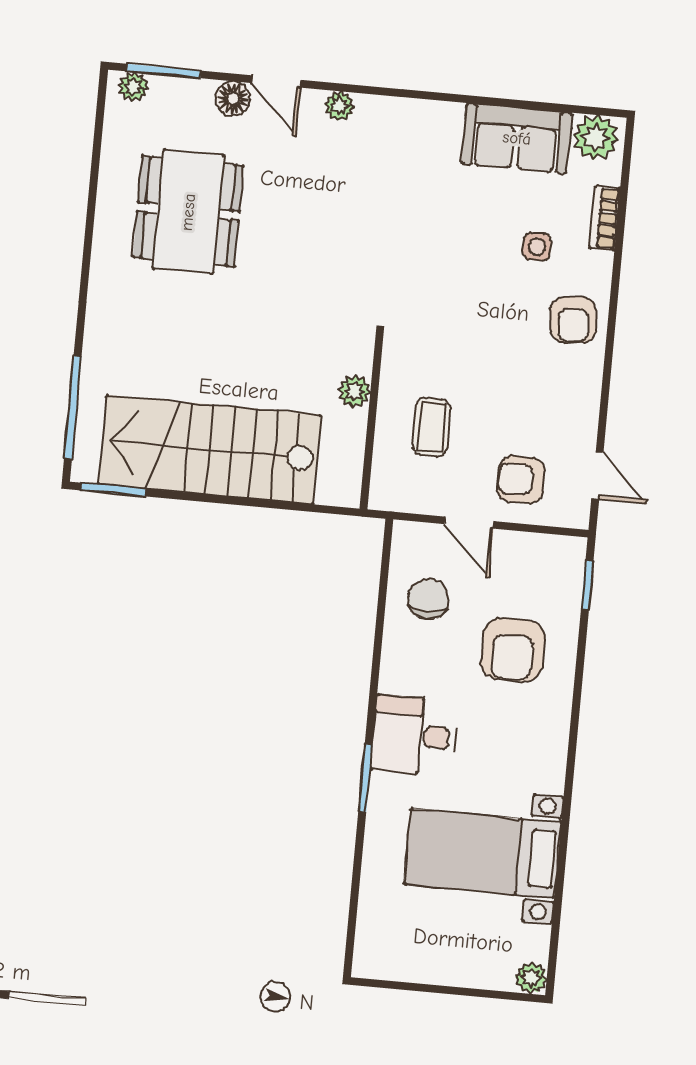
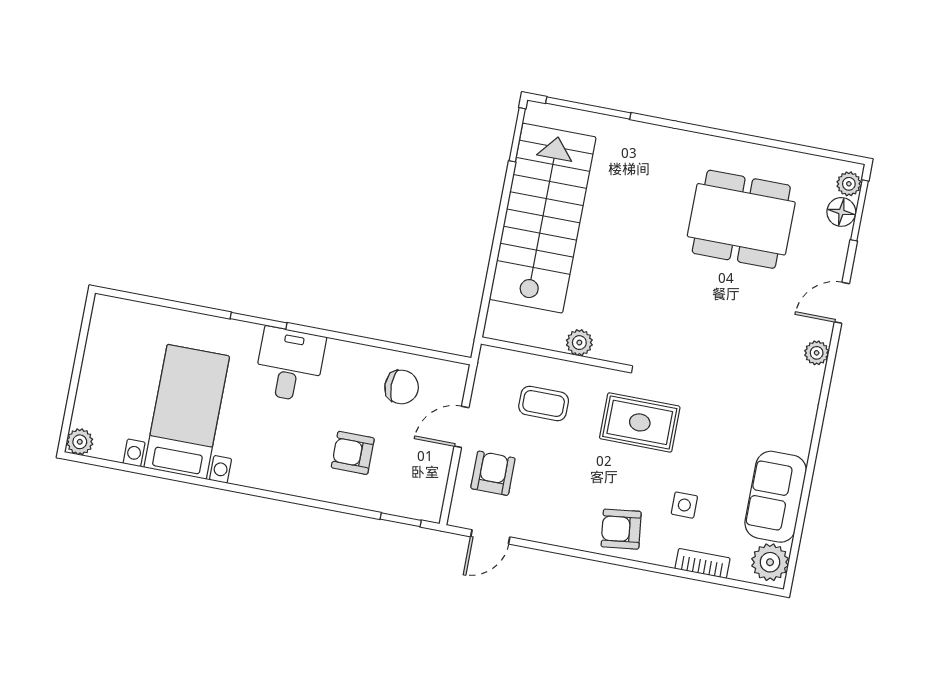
floor lamp: (233, 99) -> (841, 212), moved
rug: (443, 310) -> (640, 422), added
armchair: (513, 650) -> (353, 453), width x0.72, depth x0.72

